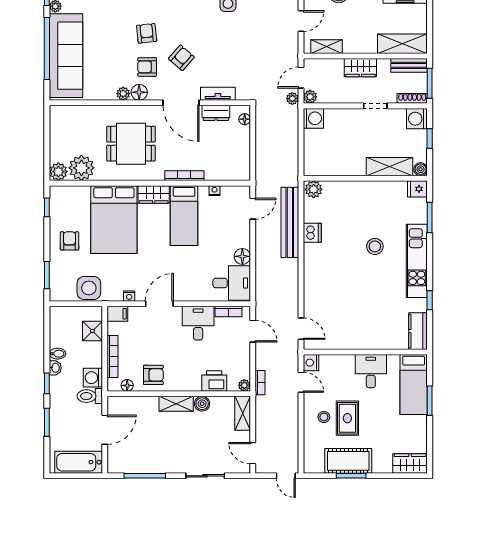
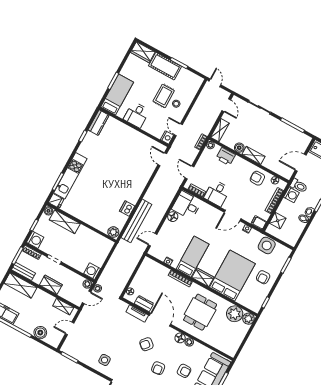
armchair: (147, 67) -> (184, 371), moved
dining table: (131, 144) -> (200, 312), turned 90
stool: (375, 246) -> (97, 182), removed
kitchen unit: (417, 261) -> (70, 176), moved
cot: (348, 461) -> (165, 66), moved

